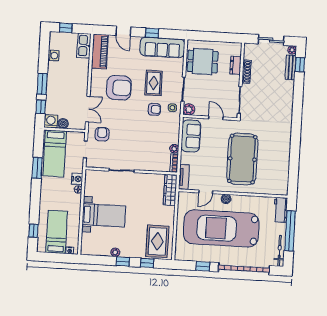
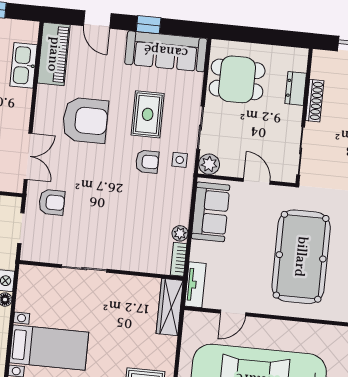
kitchen sink: (84, 46) -> (24, 65), moved
armchair: (102, 134) -> (52, 202), turned 90
boiler: (226, 199) -> (269, 327), removed

